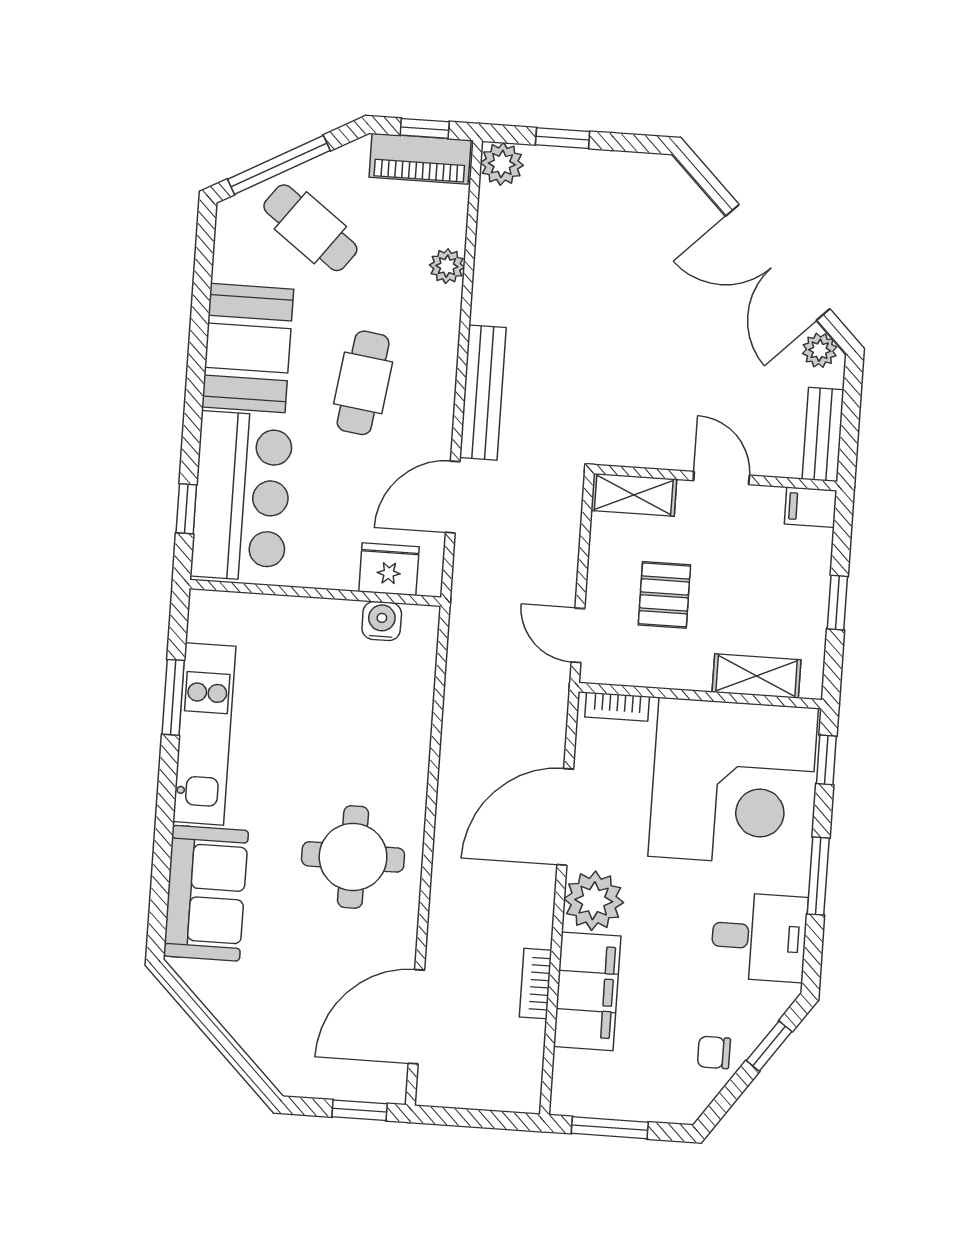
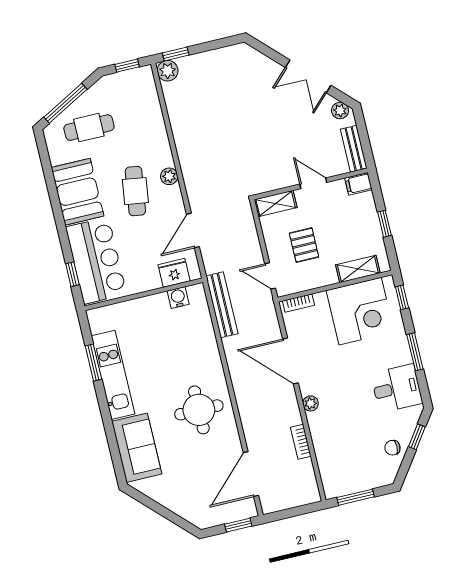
window: (563, 138) -> (176, 54), moved
piano: (420, 159) -> (129, 80), removed
cafe table: (310, 228) -> (89, 128), turned -37
double door: (778, 262) -> (308, 76), width x0.73
plant: (447, 266) -> (169, 176), moved
bench: (483, 393) -> (222, 305), moved
corner desk: (733, 782) -> (360, 311), width x0.74, depth x0.74
door: (565, 817) -> (290, 361), hinge flipped
plant: (594, 901) -> (311, 403), width x0.53, depth x0.53
filing cabinet: (587, 991) -> (326, 438), removed

